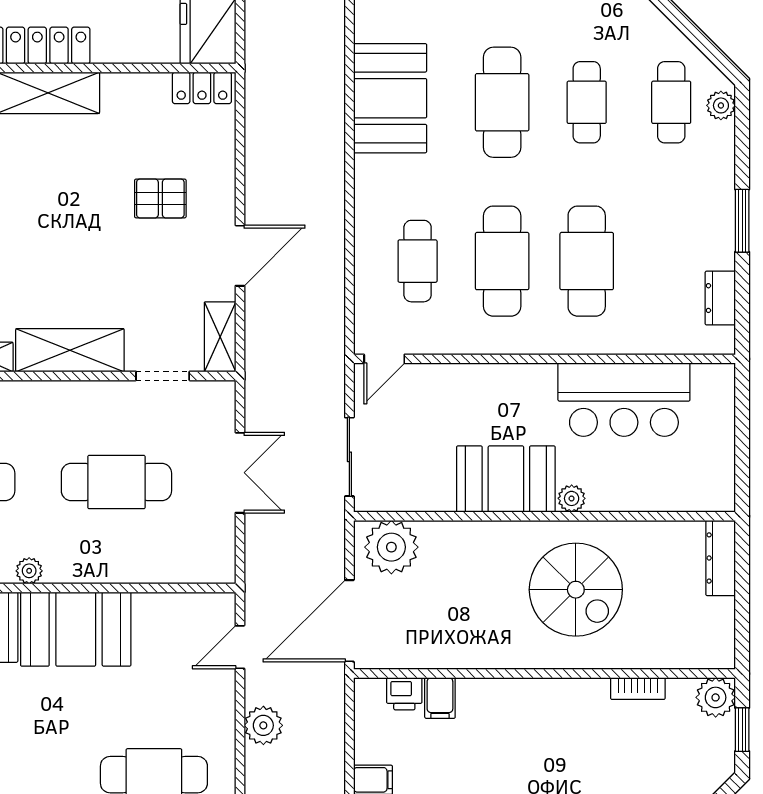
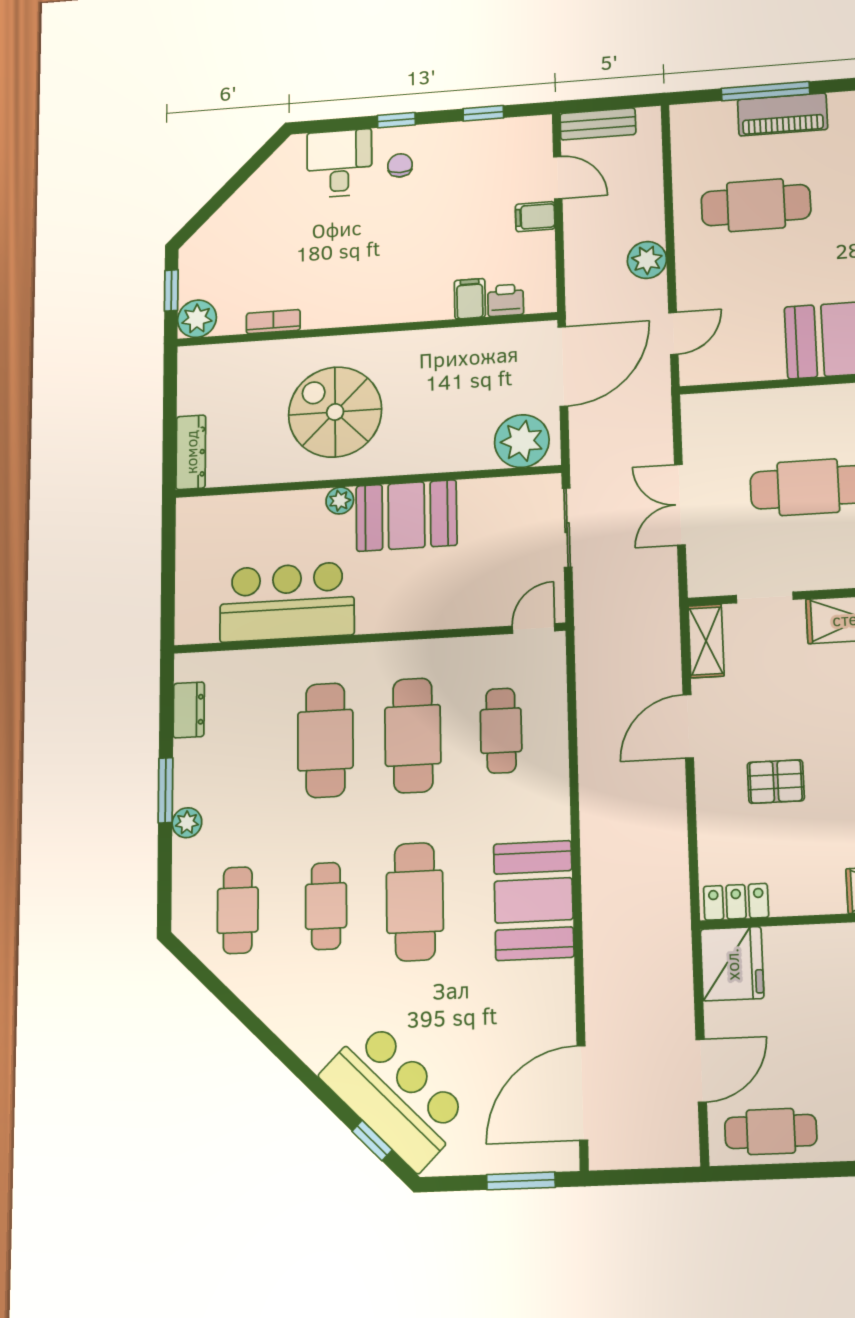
plant: (721, 105) -> (187, 823), moved

